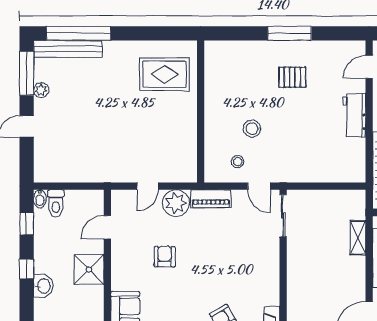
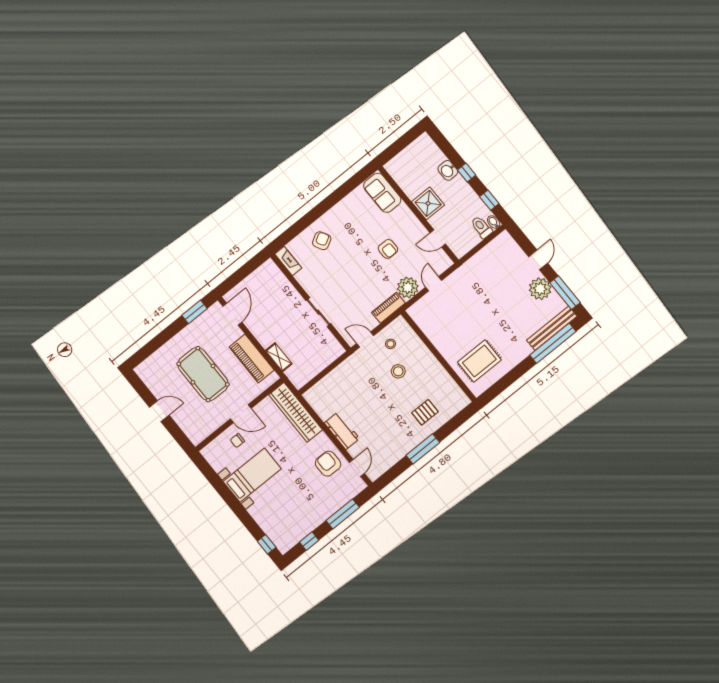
pallet: (292, 77) -> (425, 412), moved
plant: (41, 90) -> (540, 289), width x1.87, depth x1.87
sliding door: (283, 216) -> (318, 312), moved
door: (107, 227) -> (438, 238), swing flipped

